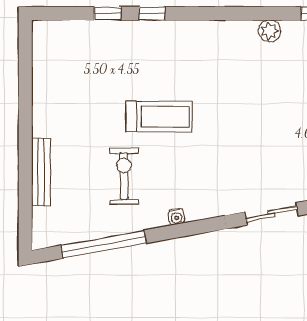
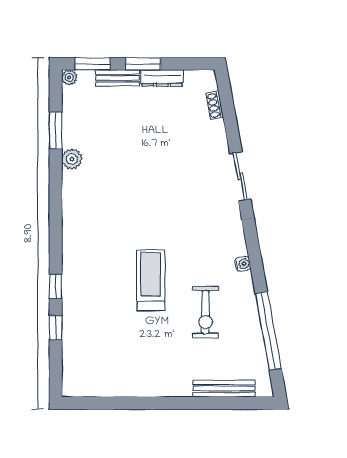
plant: (269, 31) -> (72, 159), moved
bench: (41, 172) -> (224, 389), moved
exercise bike: (124, 176) -> (206, 312), turned -90

